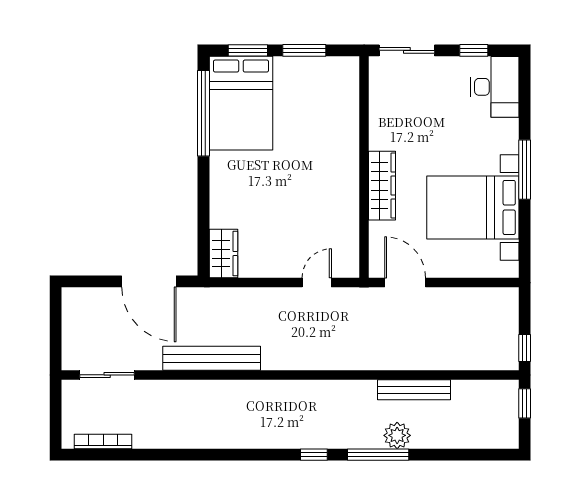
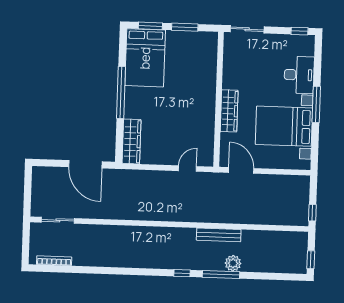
window: (474, 50) -> (299, 31), moved
desk: (495, 87) -> (299, 75), moved
window: (203, 113) -> (121, 92), moved
wardrobe: (223, 254) -> (132, 141), width x1.50
bench: (212, 358) -> (122, 212), removed
bench: (414, 390) -> (219, 235), moved
window: (525, 403) -> (311, 260), moved

